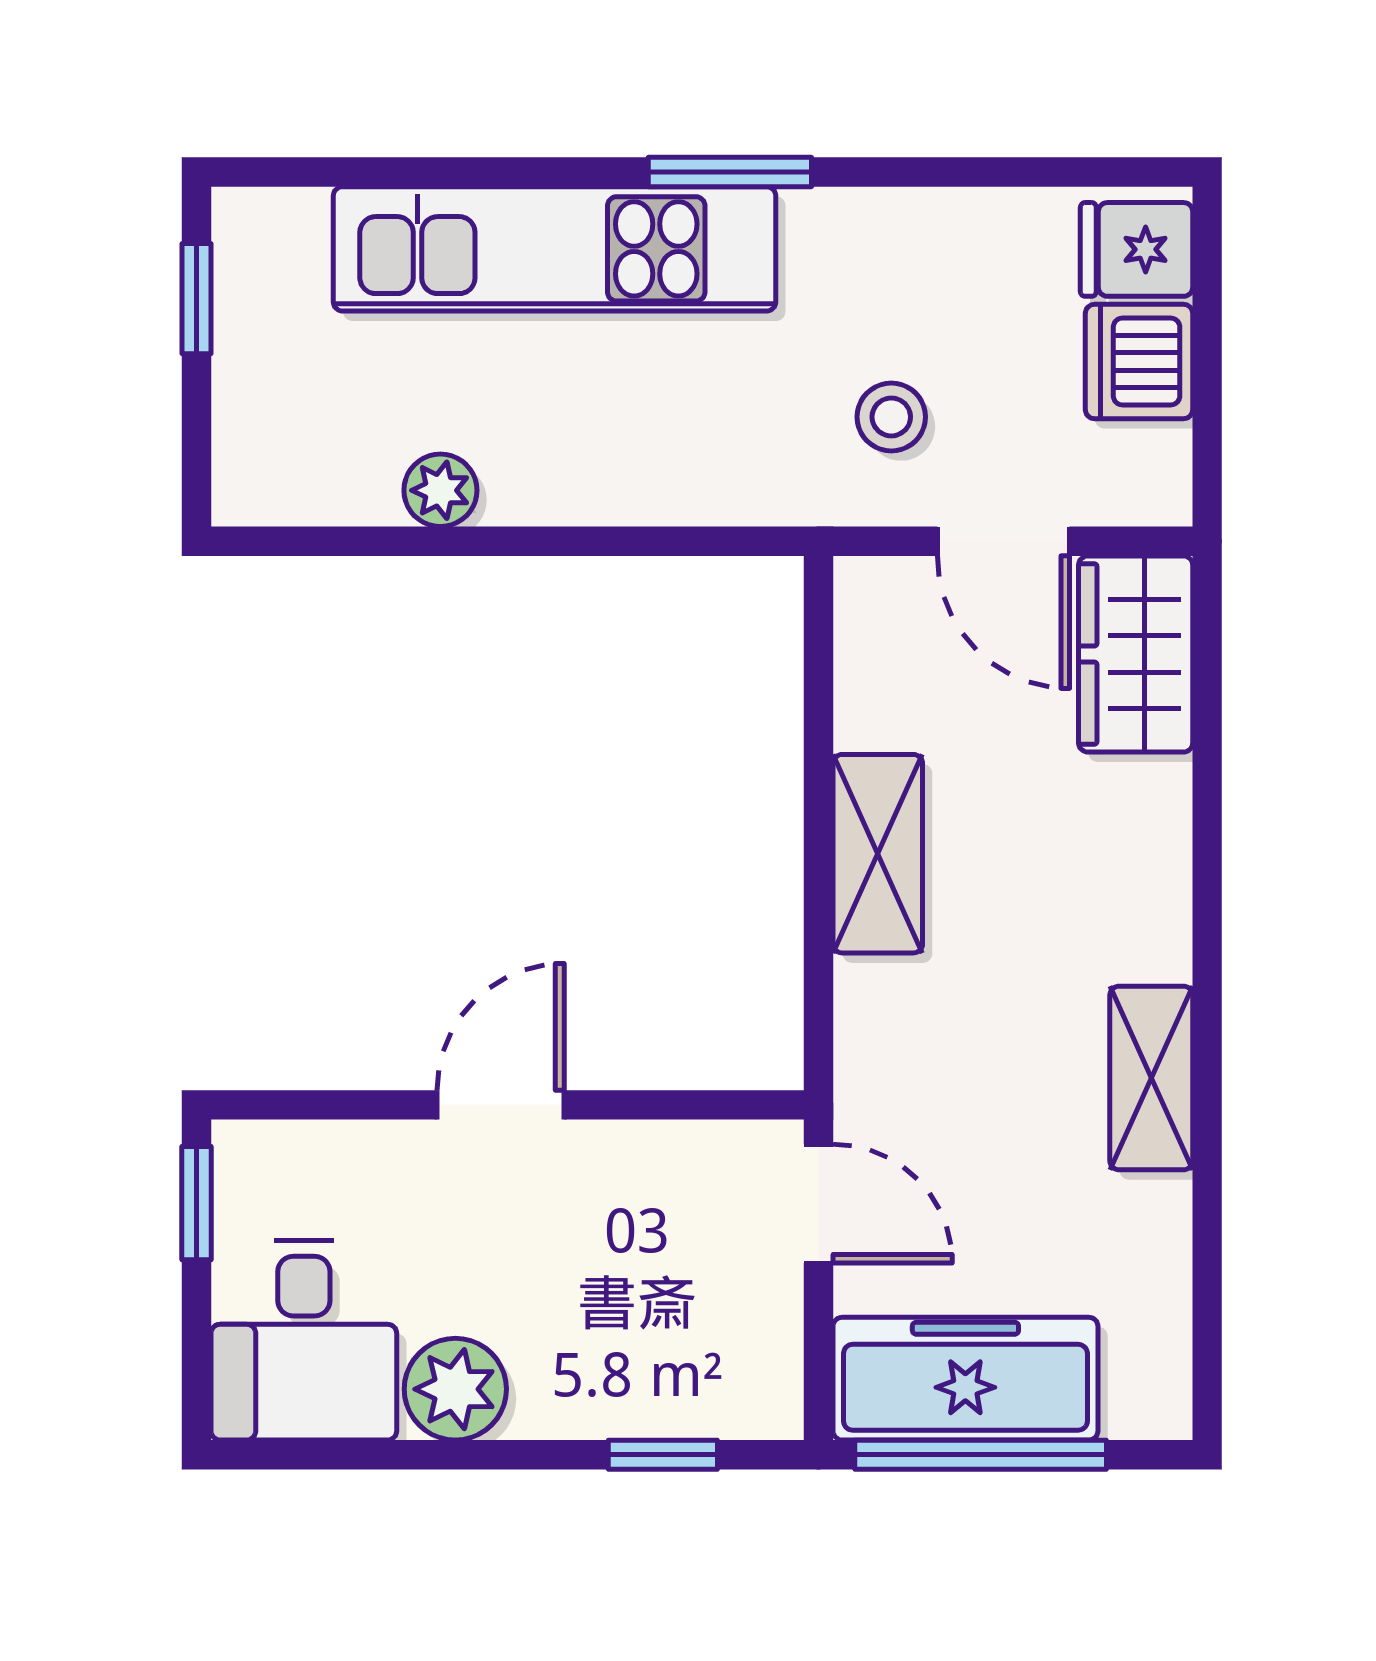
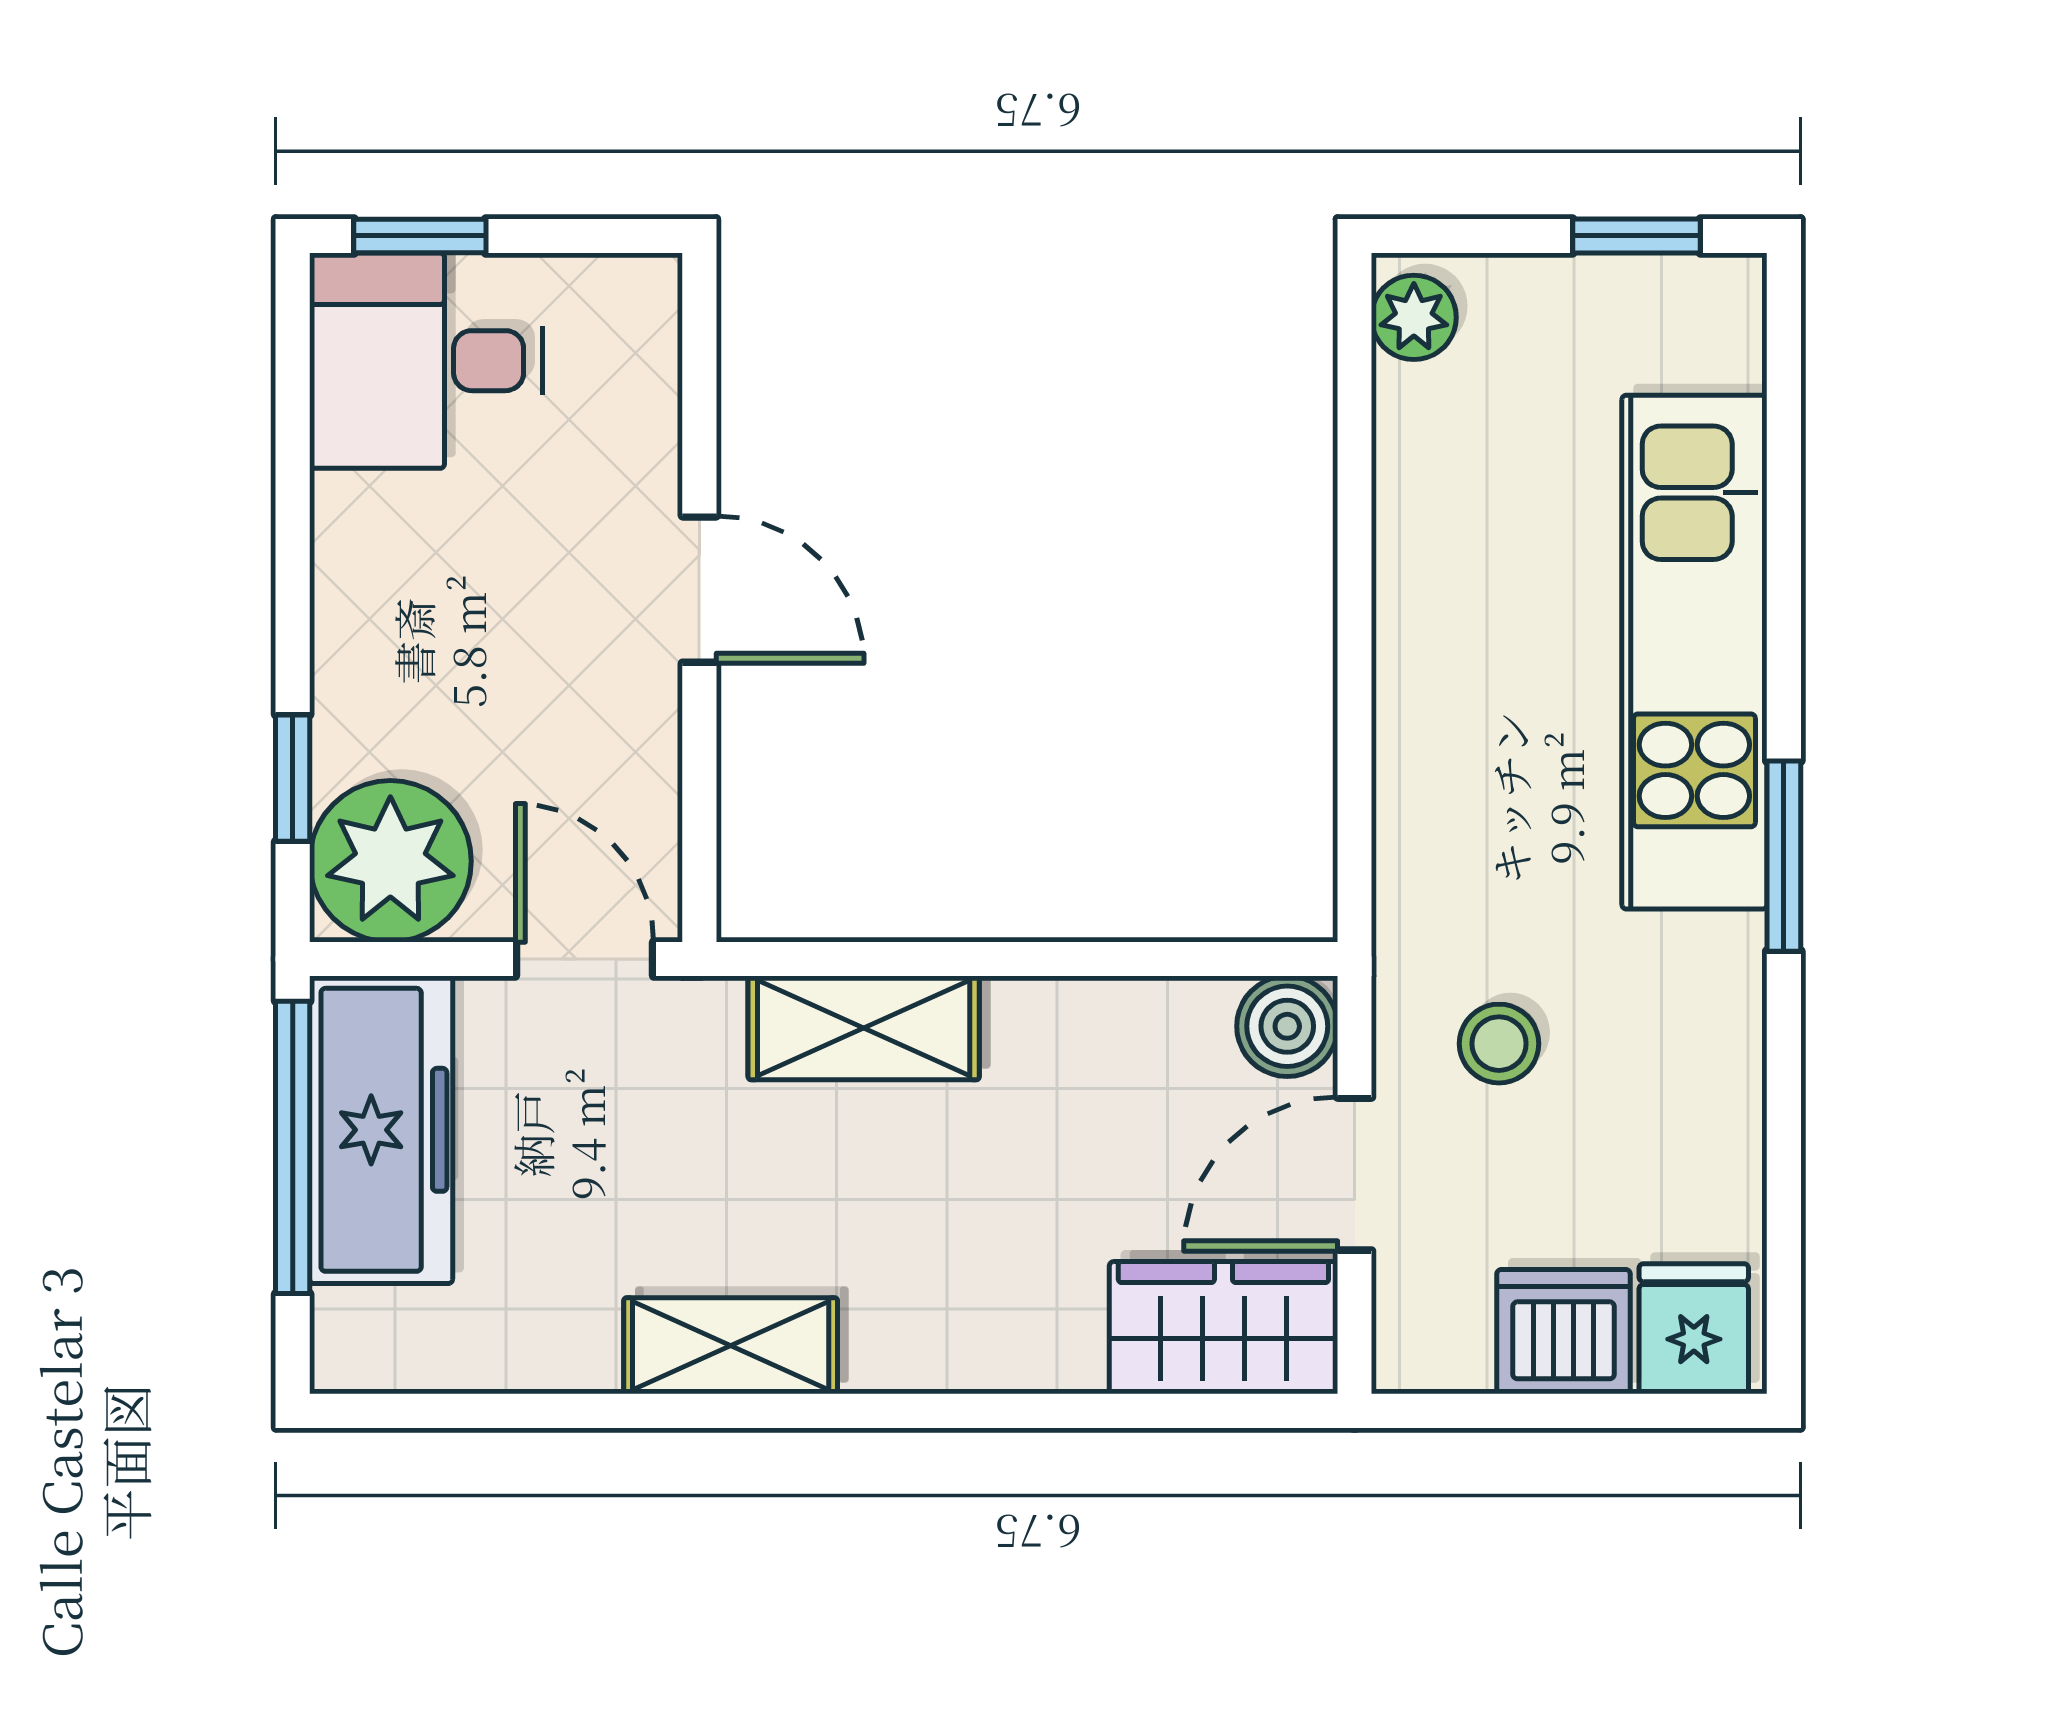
plant: (440, 490) -> (1414, 317), moved
boiler: (876, 599) -> (1287, 1026), added
shelving: (878, 854) -> (864, 1028), moved
window: (197, 1203) -> (420, 236), moved
door: (818, 1204) -> (585, 959), swing flipped
plant: (455, 1389) -> (390, 861), moved, width x1.36, depth x1.36

